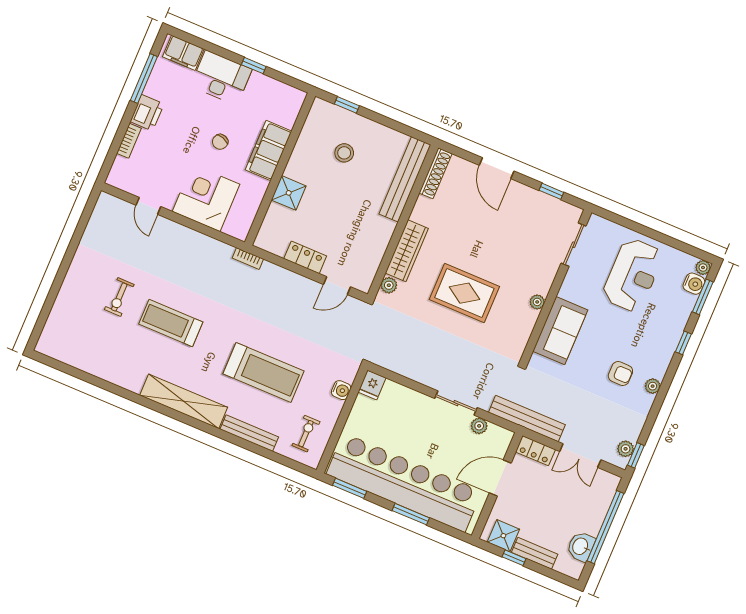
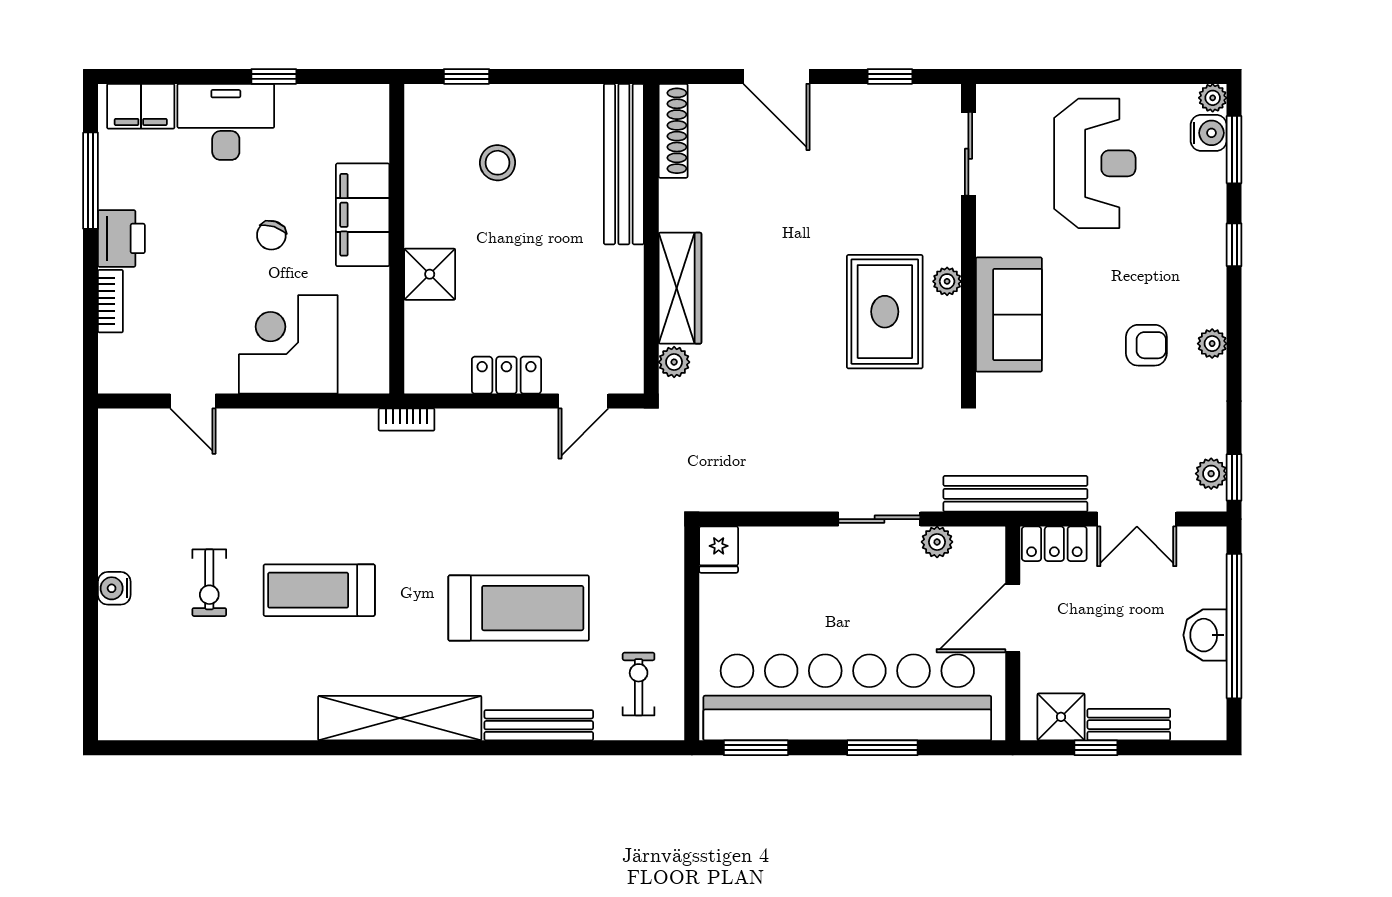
rug: (464, 293) -> (885, 312), moved, turned 90
water cooler: (341, 390) -> (114, 588), moved, turned 180
washbasin: (581, 547) -> (1205, 635), moved

